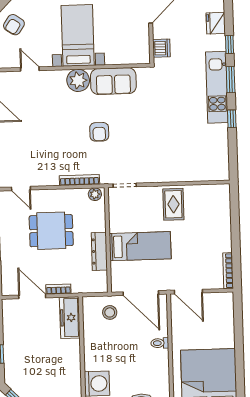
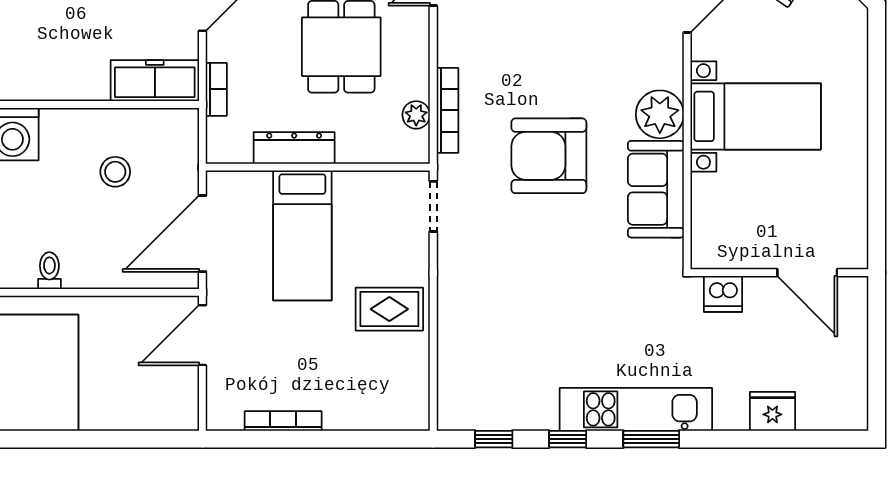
window: (229, 45) -> (494, 439), moved
armchair: (99, 132) -> (549, 156), width x1.88, depth x1.88
plant: (95, 194) -> (416, 115), moved
bookcase: (228, 271) -> (283, 421), moved
bookcase: (58, 289) -> (216, 89), moved
stool: (110, 312) -> (115, 172), moved
toilet: (160, 343) -> (49, 271), moved

